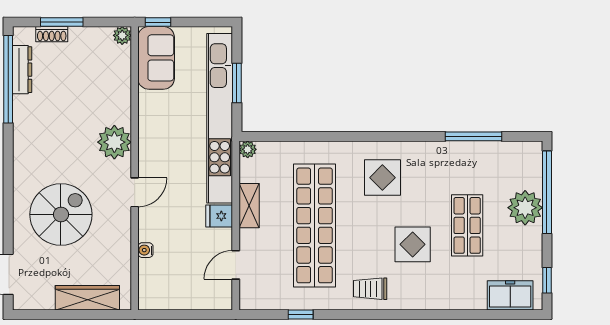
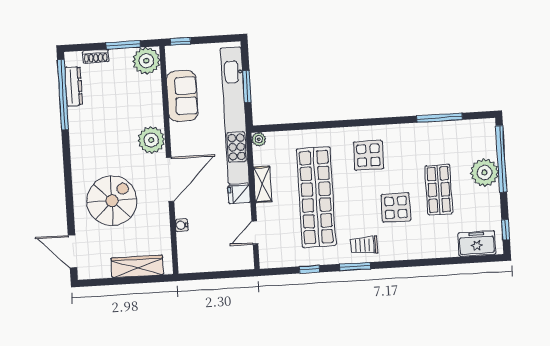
window: (62, 22) -> (123, 45), moved
plant: (122, 35) -> (146, 61), width x1.87, depth x1.87
sofa: (156, 58) -> (182, 96), moved
door: (135, 192) -> (170, 179), width x1.88
window: (358, 315) -> (355, 267), added

